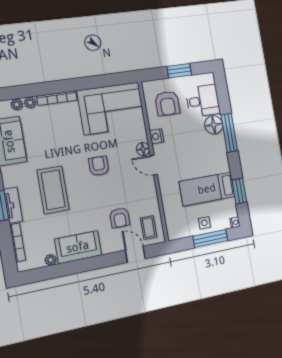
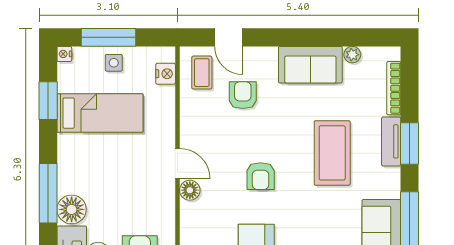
nightstand: (157, 136) -> (166, 74), moved

